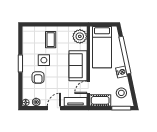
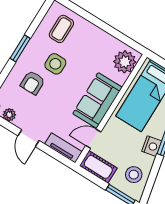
coffee table: (51, 40) -> (61, 29), moved
door: (54, 108) -> (28, 138), swing flipped

